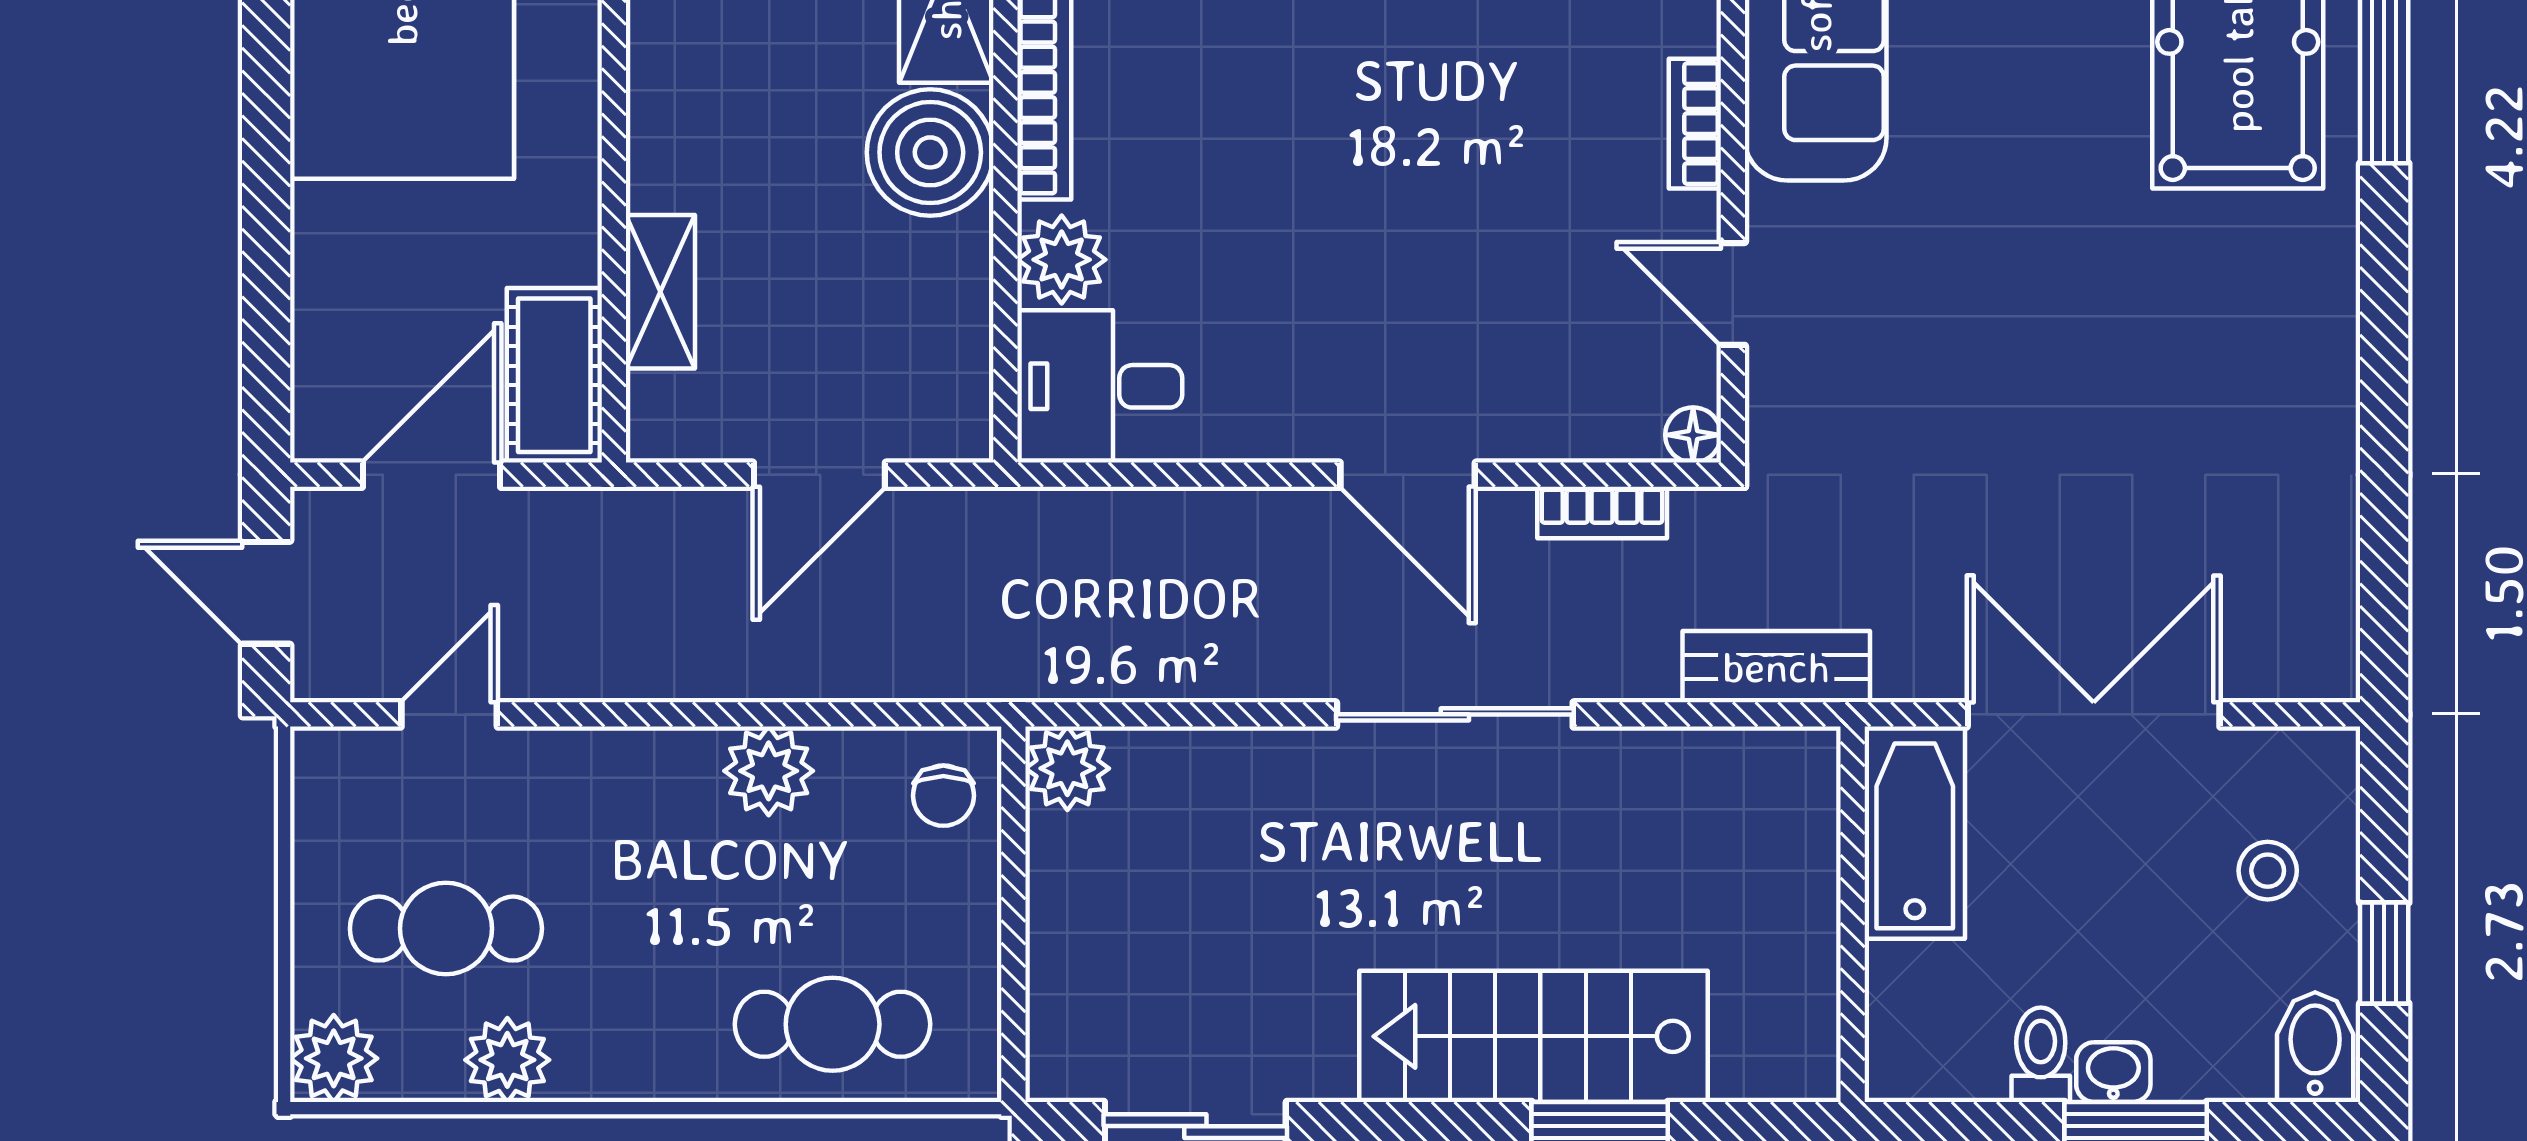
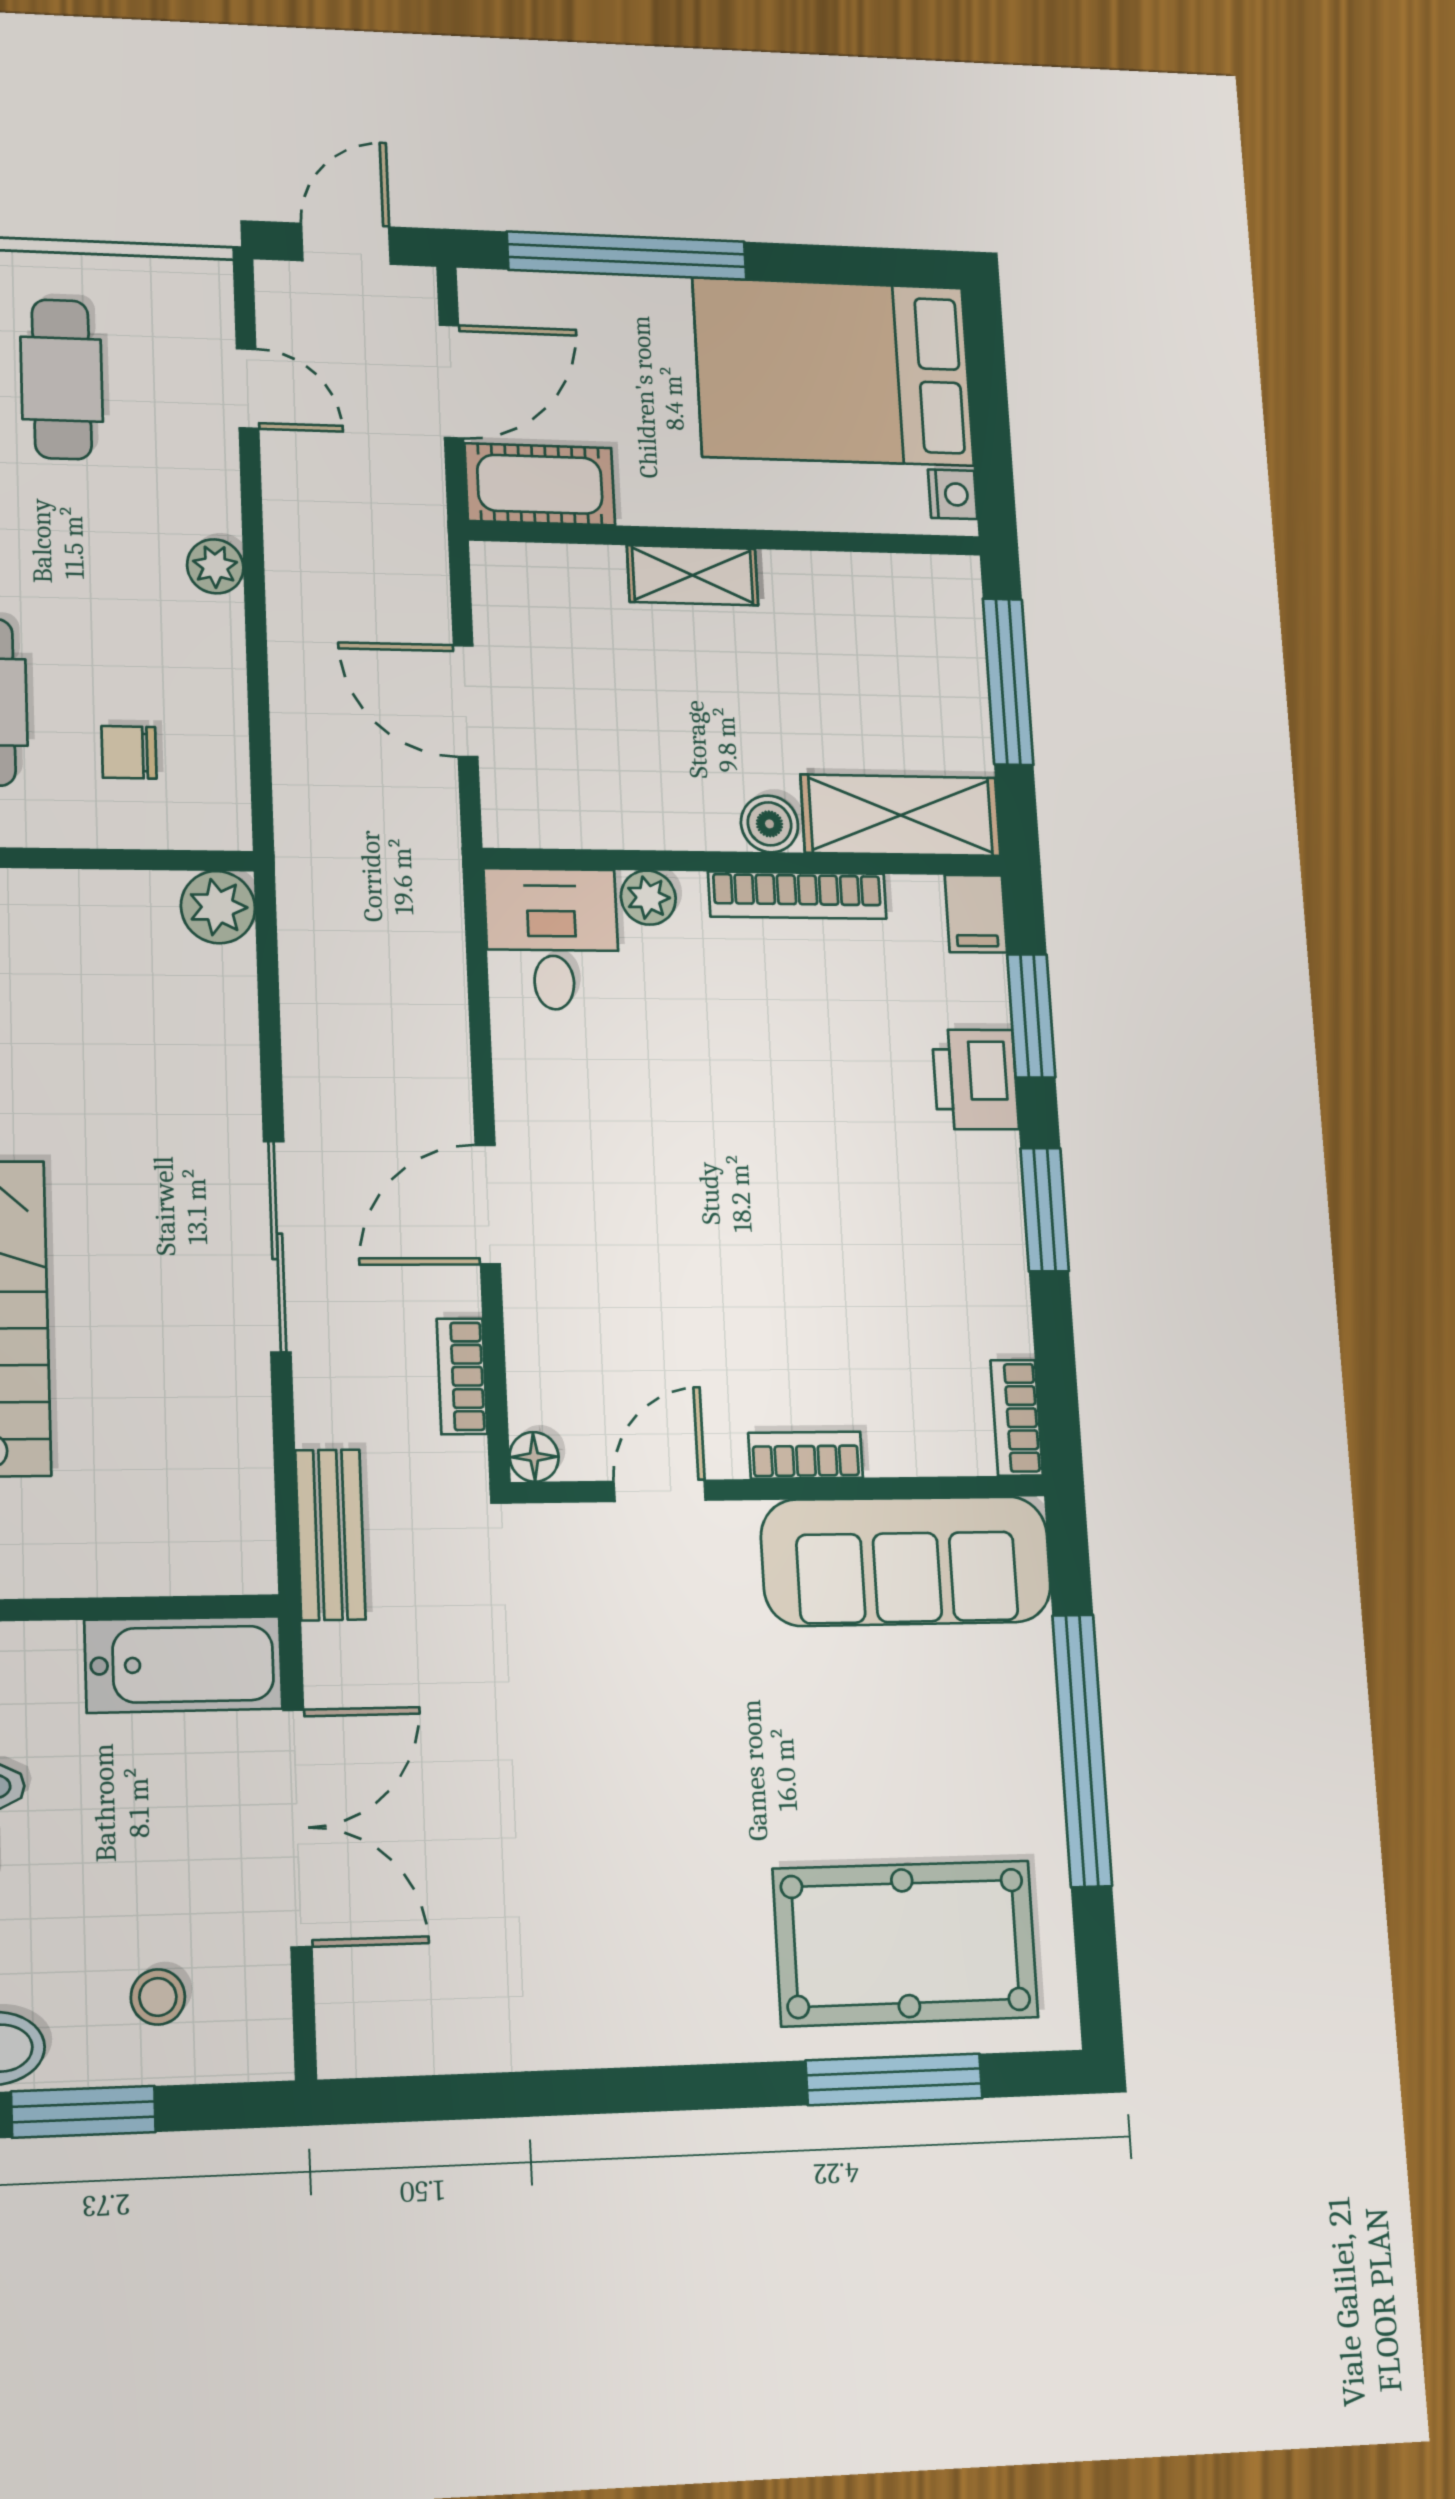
boiler: (930, 152) -> (769, 824), width x0.54, depth x0.54
window: (266, 257) -> (627, 256), added
plant: (1062, 260) -> (648, 898), width x0.73, depth x0.73
shelving: (660, 292) -> (693, 575), moved
door: (432, 475) -> (451, 381), hinge flipped
plant: (769, 771) -> (215, 566), moved, width x0.73, depth x0.73
chair: (943, 796) -> (129, 752), moved
window: (2384, 953) -> (83, 2112), width x1.50

